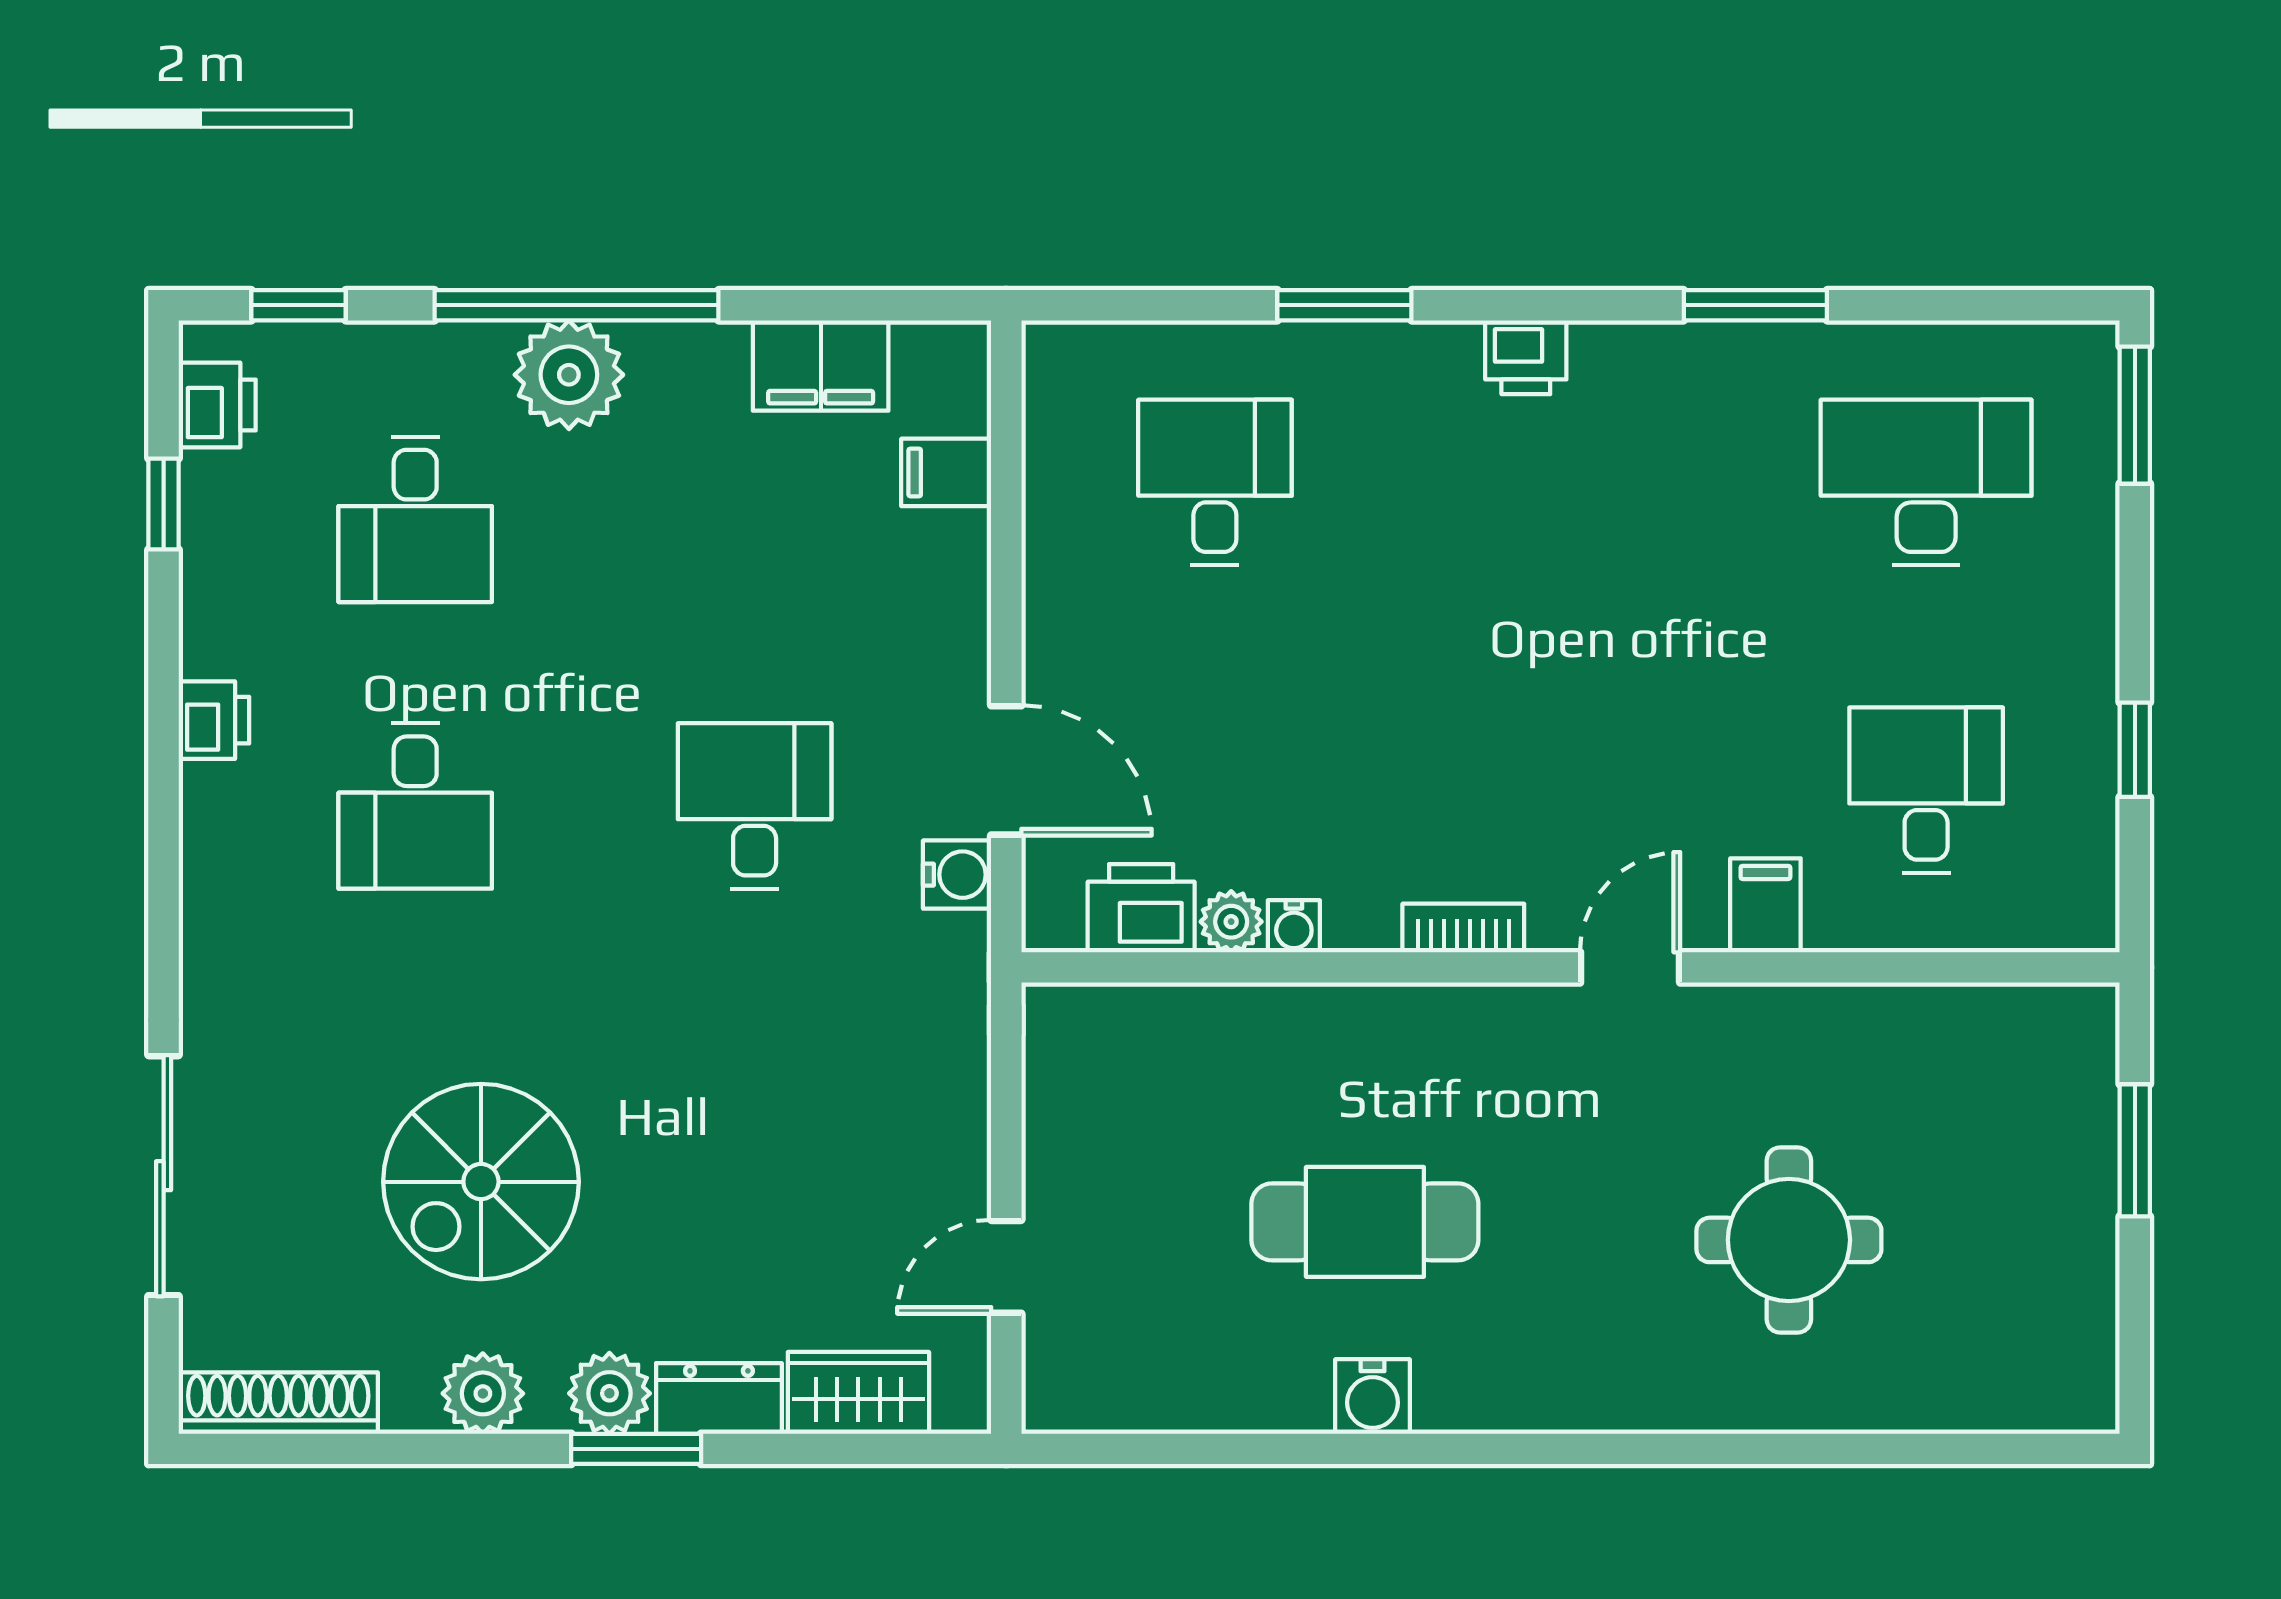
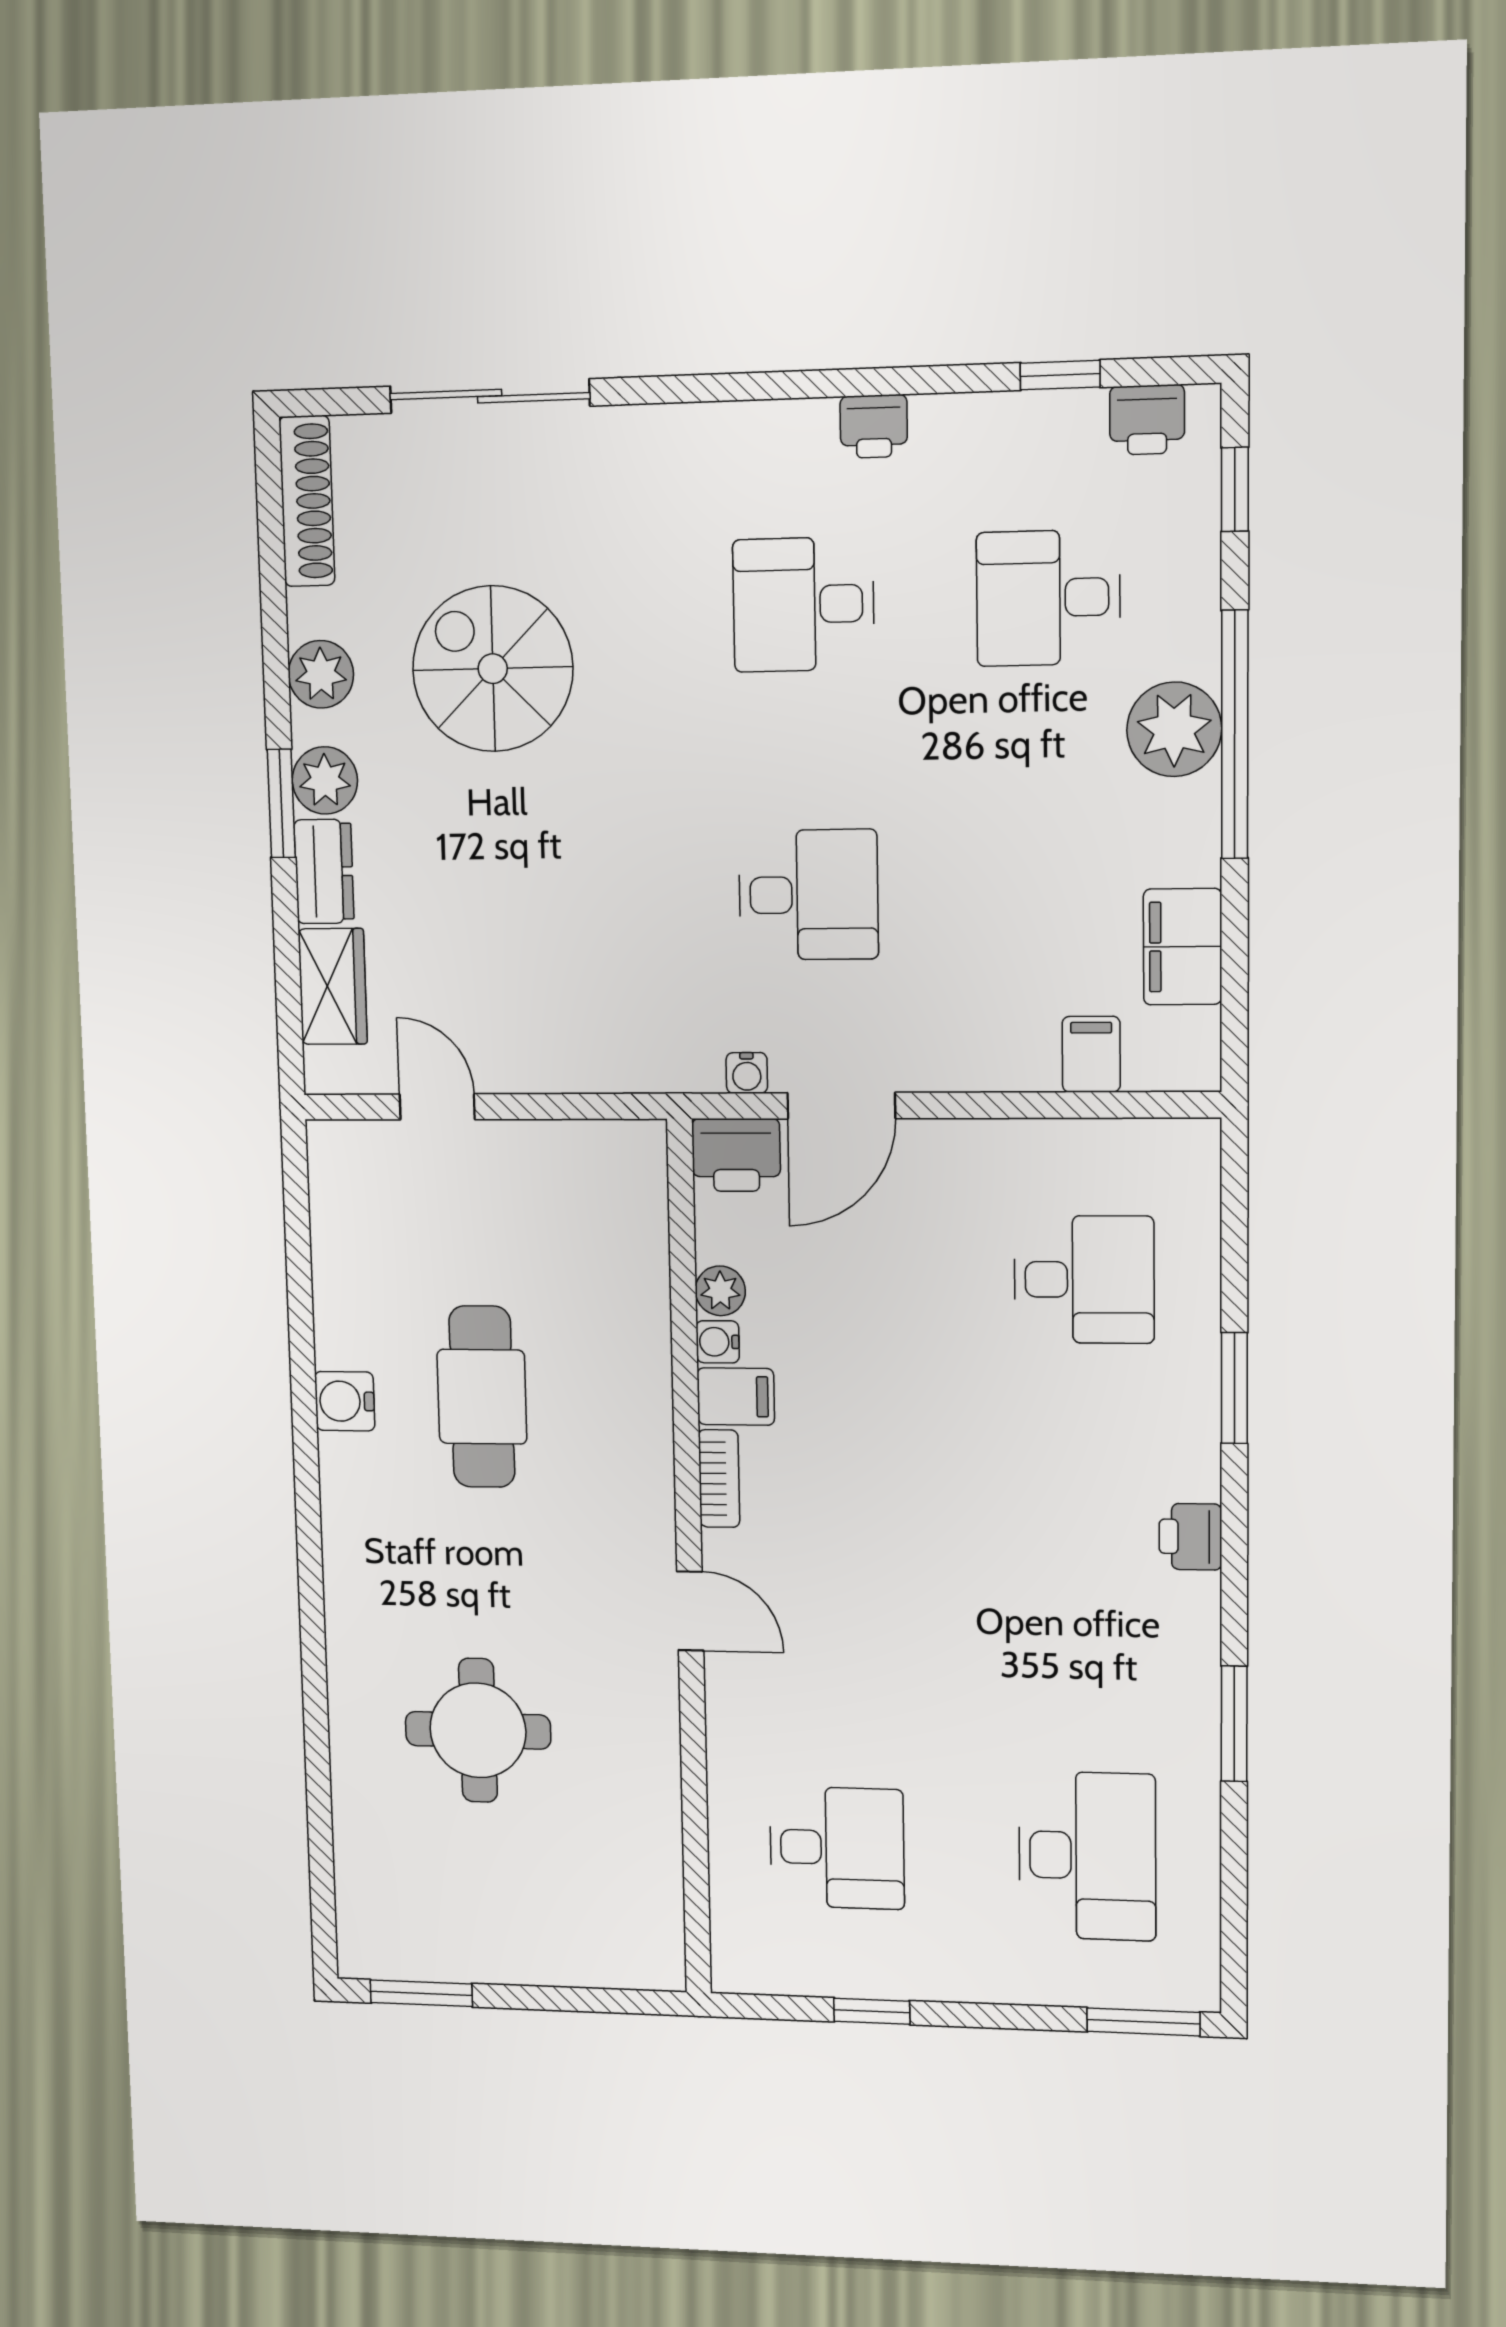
water cooler: (957, 875) -> (747, 1073), width x0.72, depth x0.72
filing cabinet: (1765, 905) -> (736, 1397), moved
printer: (1141, 908) -> (736, 1155), moved, turned 90
window: (2135, 1150) -> (421, 1993), moved

